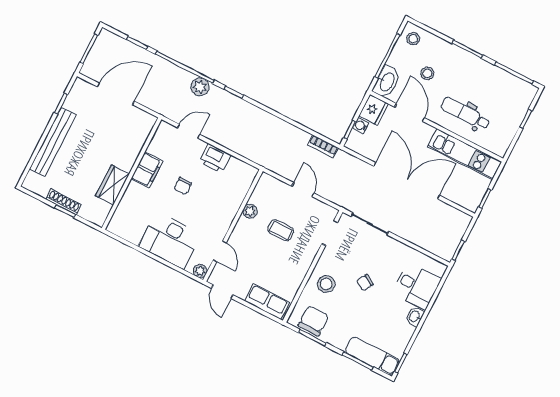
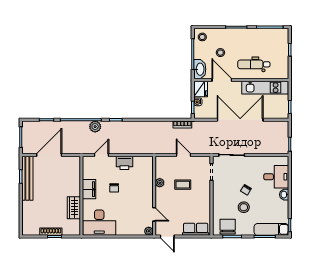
bench: (53, 142) -> (27, 178), moved
desk: (170, 240) -> (99, 223), moved
stool: (326, 284) -> (244, 207), moved

